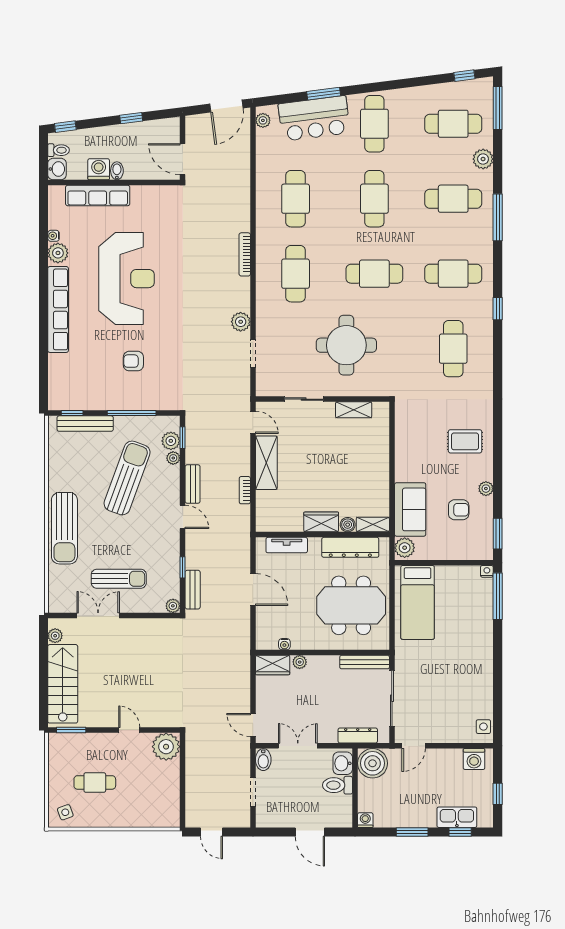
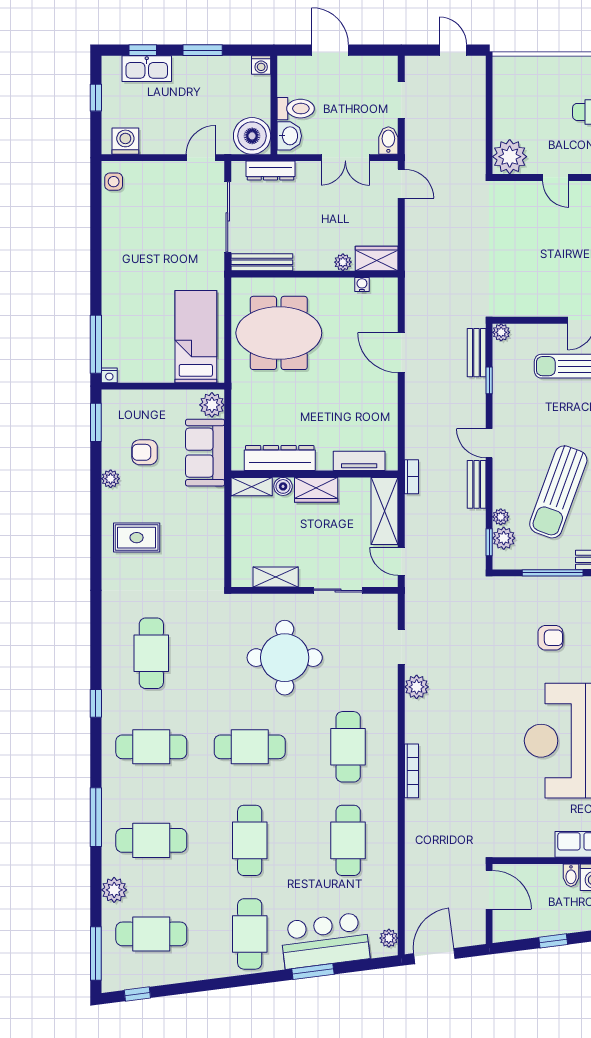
wardrobe: (321, 522) -> (316, 490), moved
shelving: (373, 524) -> (252, 487), moved
boiler: (348, 525) -> (283, 486), moved
wall: (322, 535) -> (314, 474), moved
tv unit: (287, 545) -> (359, 461), moved
dresser: (350, 547) -> (280, 458), moved

